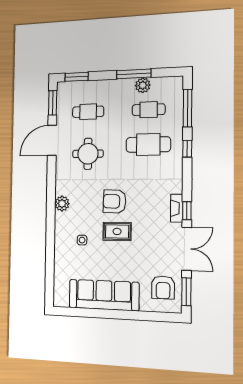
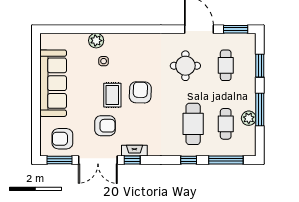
window: (77, 77) -> (260, 66), moved
plant: (62, 204) -> (96, 41), moved
armchair: (149, 240) -> (105, 126), added

